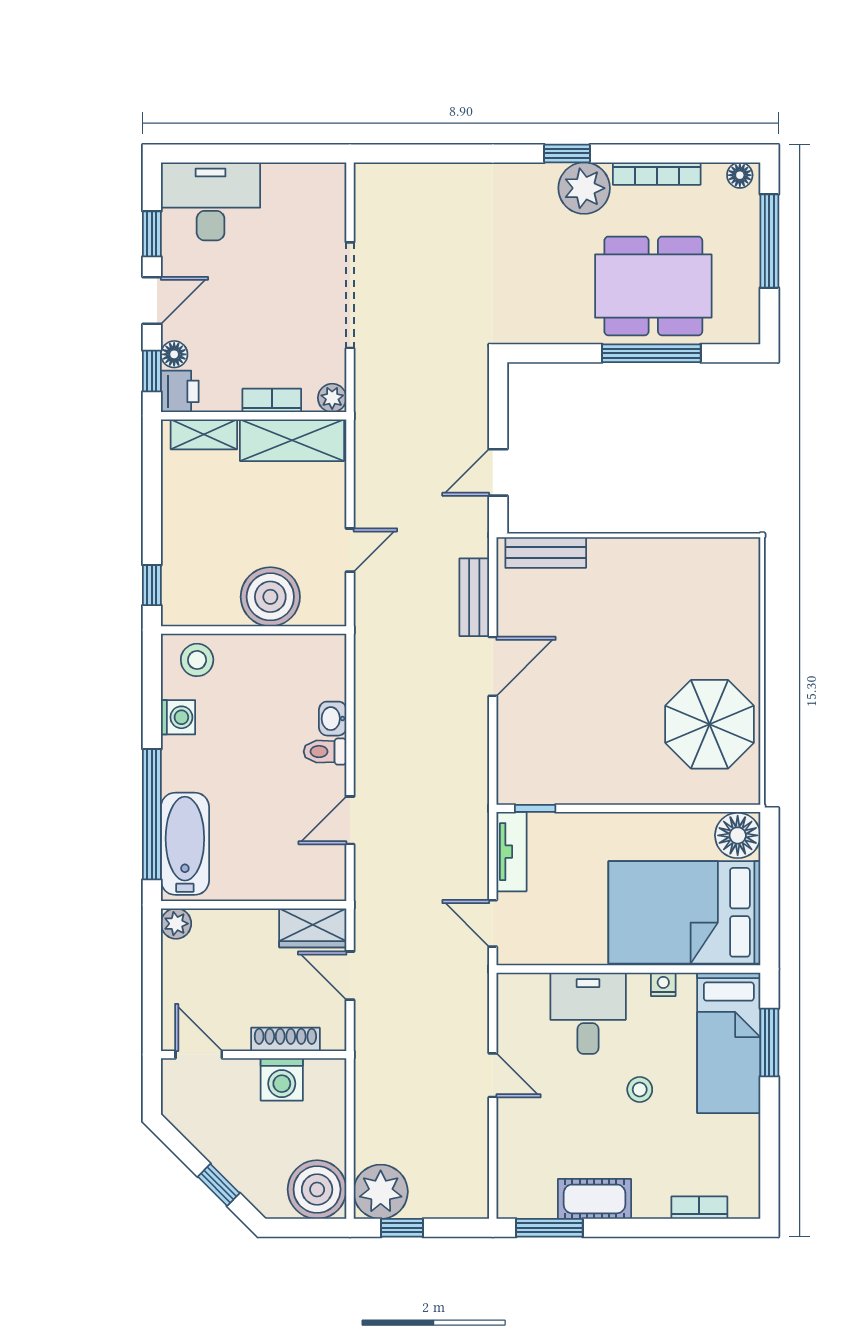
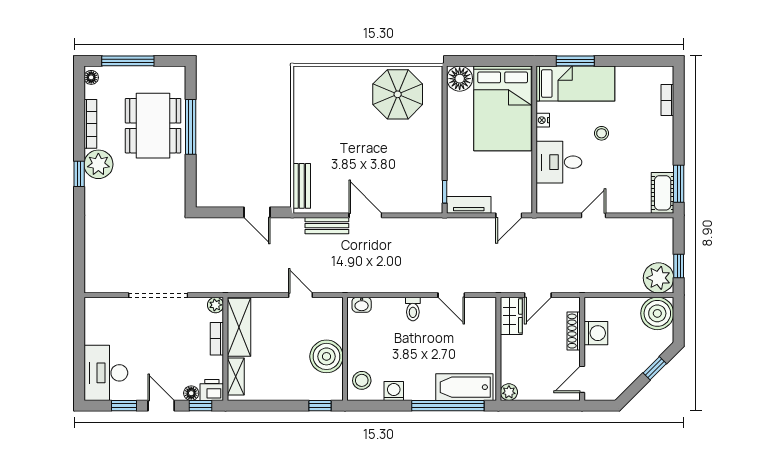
boiler: (270, 597) -> (326, 356), moved
washbasin: (333, 719) -> (362, 305), moved
cot: (594, 1199) -> (663, 193), moved

